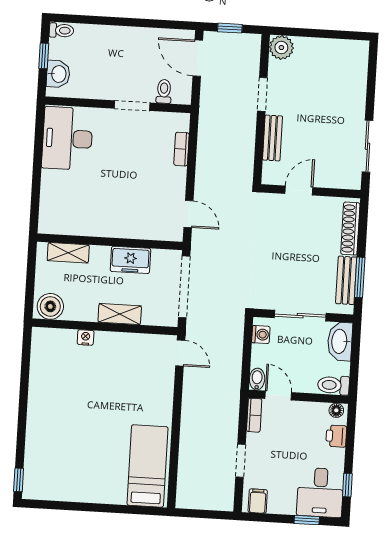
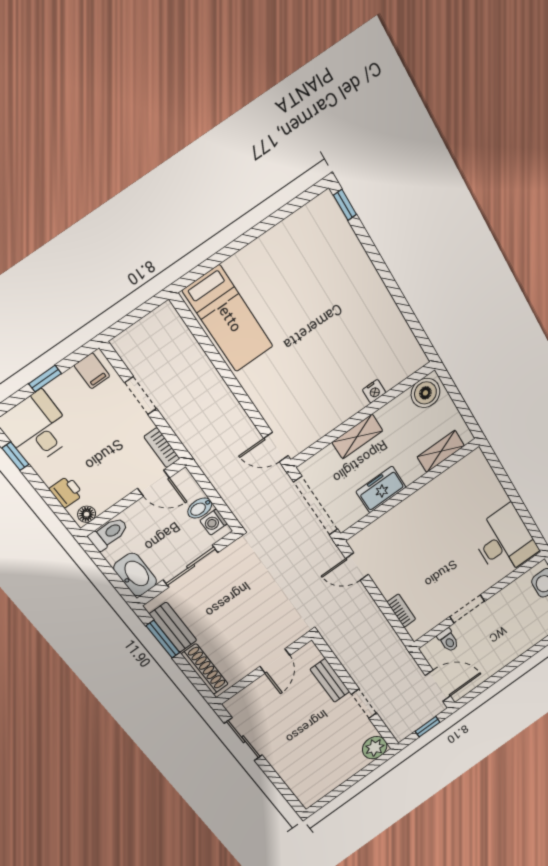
bidet: (257, 379) -> (200, 508), moved, turned 90
window: (307, 520) -> (45, 379), moved

